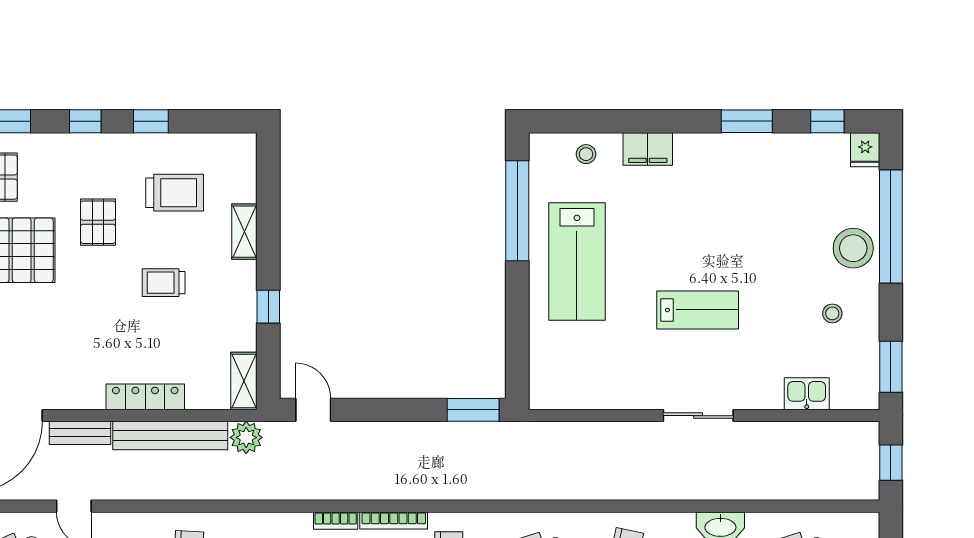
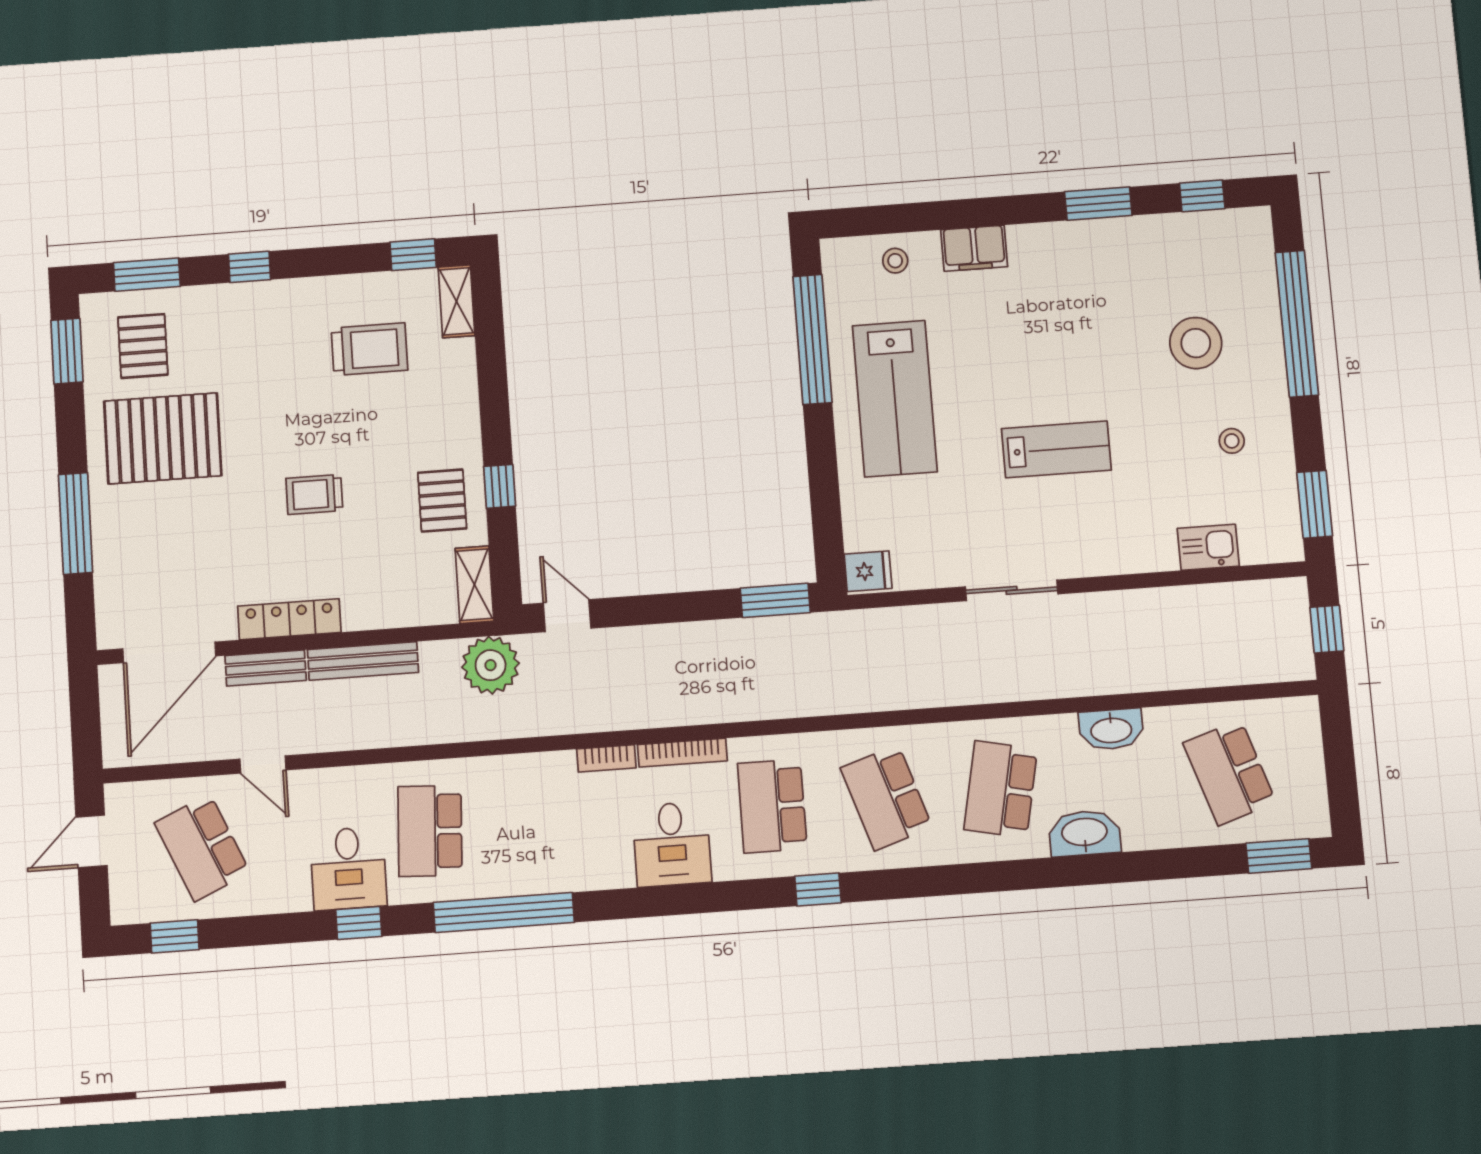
window: (151, 121) -> (413, 255), moved
fridge: (865, 150) -> (868, 571), moved, turned -90
pallet: (98, 222) -> (442, 500), moved
shelving: (244, 232) -> (457, 301), moved
stool: (853, 248) -> (1196, 343), moved
trolley: (164, 283) -> (314, 494), moved
locker: (145, 397) -> (289, 619), moved
sliding door: (698, 416) -> (1012, 590), moved
bench: (170, 436) -> (363, 661), width x0.73, depth x0.82
plant: (246, 437) -> (491, 665), width x1.36, depth x1.36

